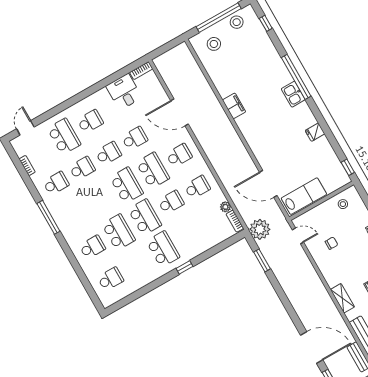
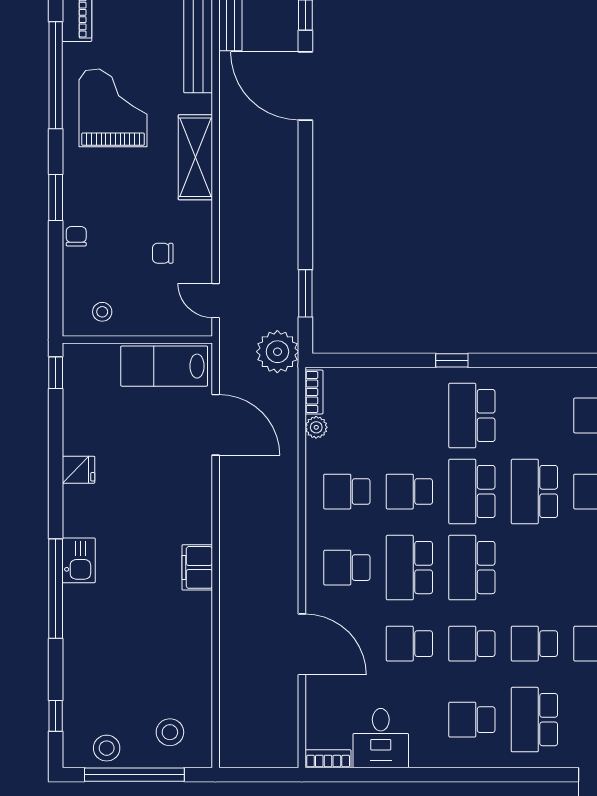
filing cabinet: (234, 106) -> (197, 567), moved
shelving: (342, 298) -> (195, 157), width x1.50, depth x1.33

